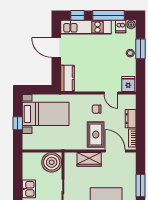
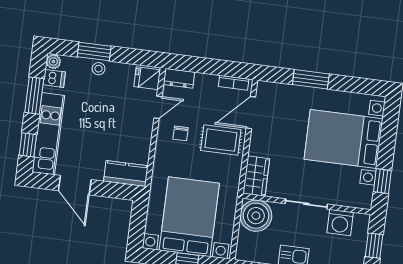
window: (108, 15) -> (34, 96), width x0.69
door: (56, 48) -> (75, 185), hinge flipped
bed with nightstands: (46, 114) -> (189, 217), width x1.36
dresser: (131, 119) -> (179, 78), moved
wardrobe: (89, 159) -> (256, 176), moved

